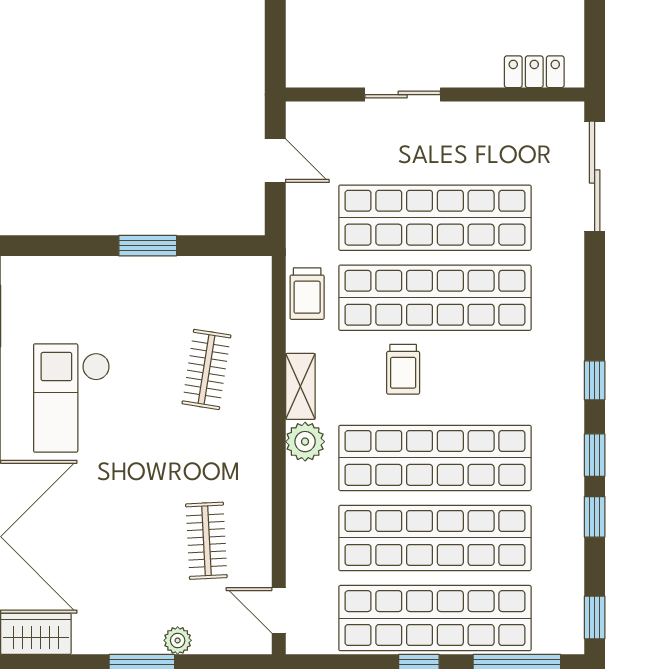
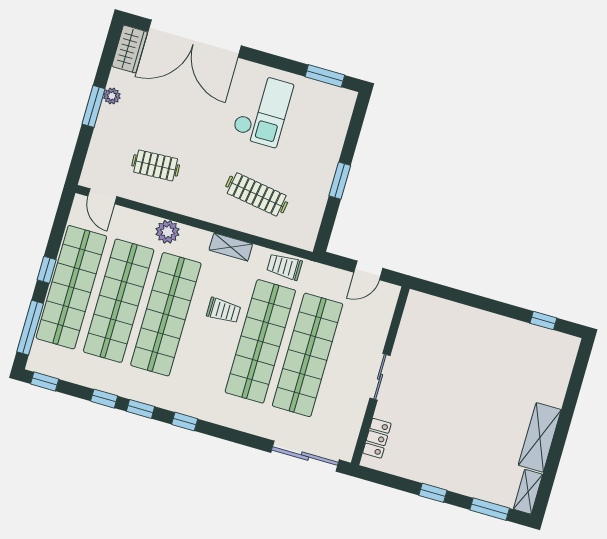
sliding door: (403, 95) -> (380, 377), moved
clothes rail: (206, 369) -> (257, 194), width x1.36
trolley: (403, 369) -> (224, 310), turned 180
checkout: (72, 398) -> (263, 110), turned 90
plant: (305, 442) -> (167, 232), moved
door: (279, 610) -> (102, 196), swing flipped
plant: (178, 640) -> (112, 96), moved

